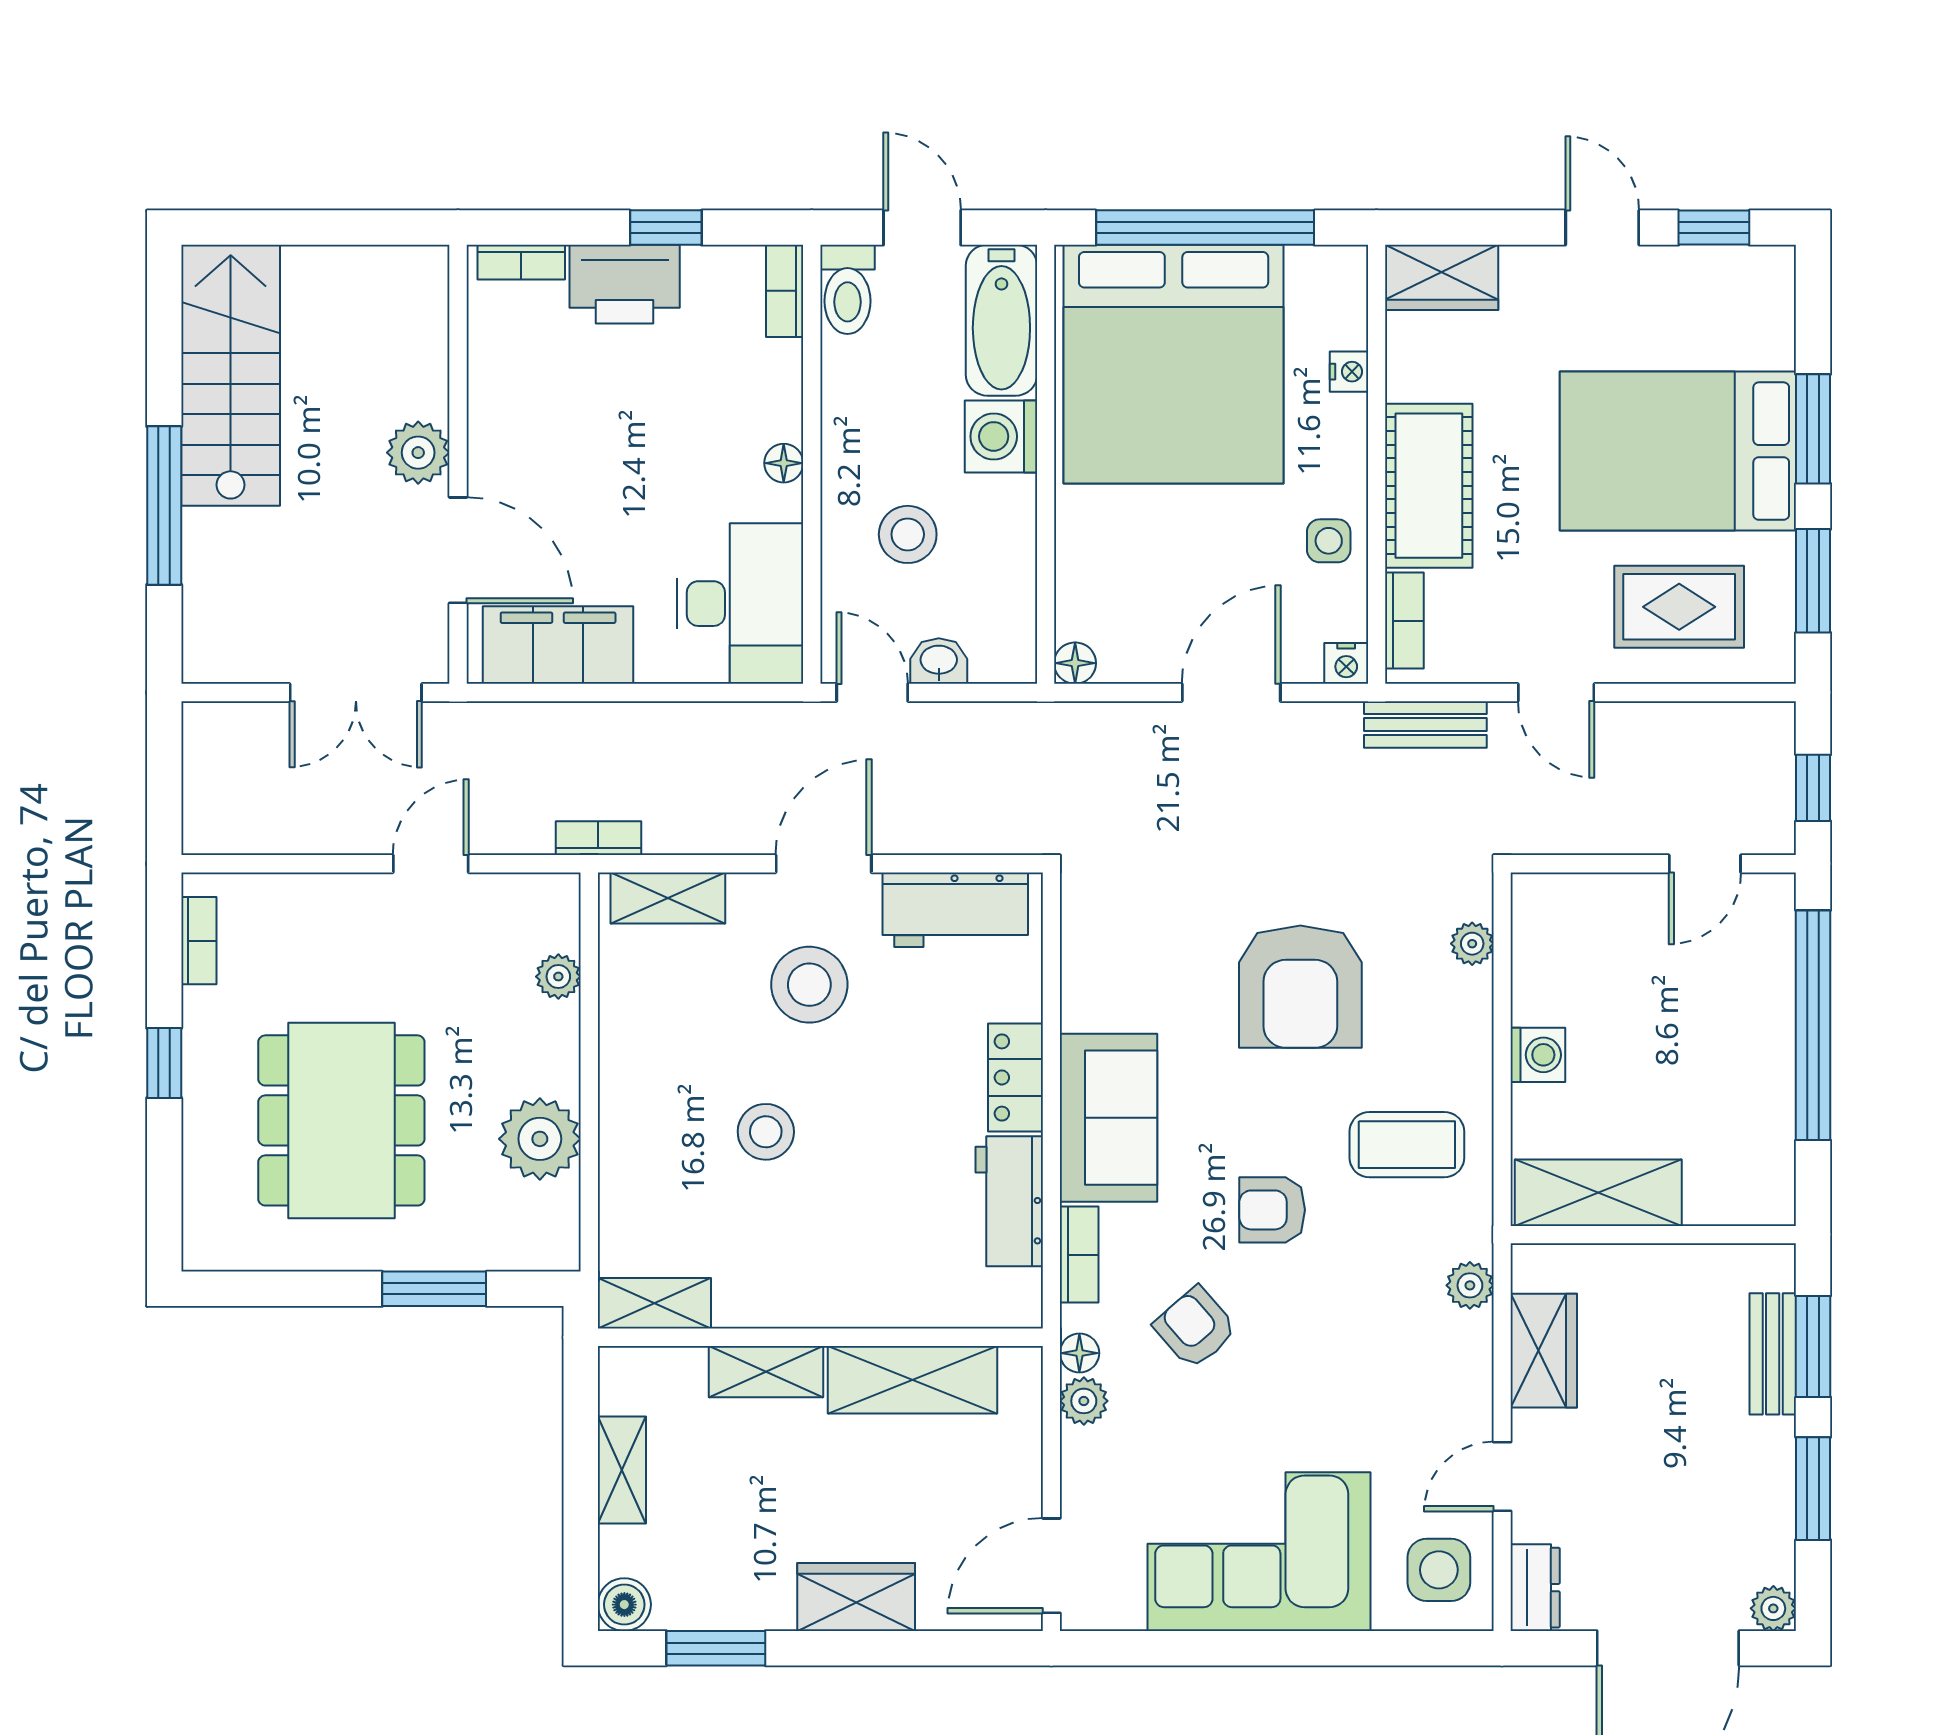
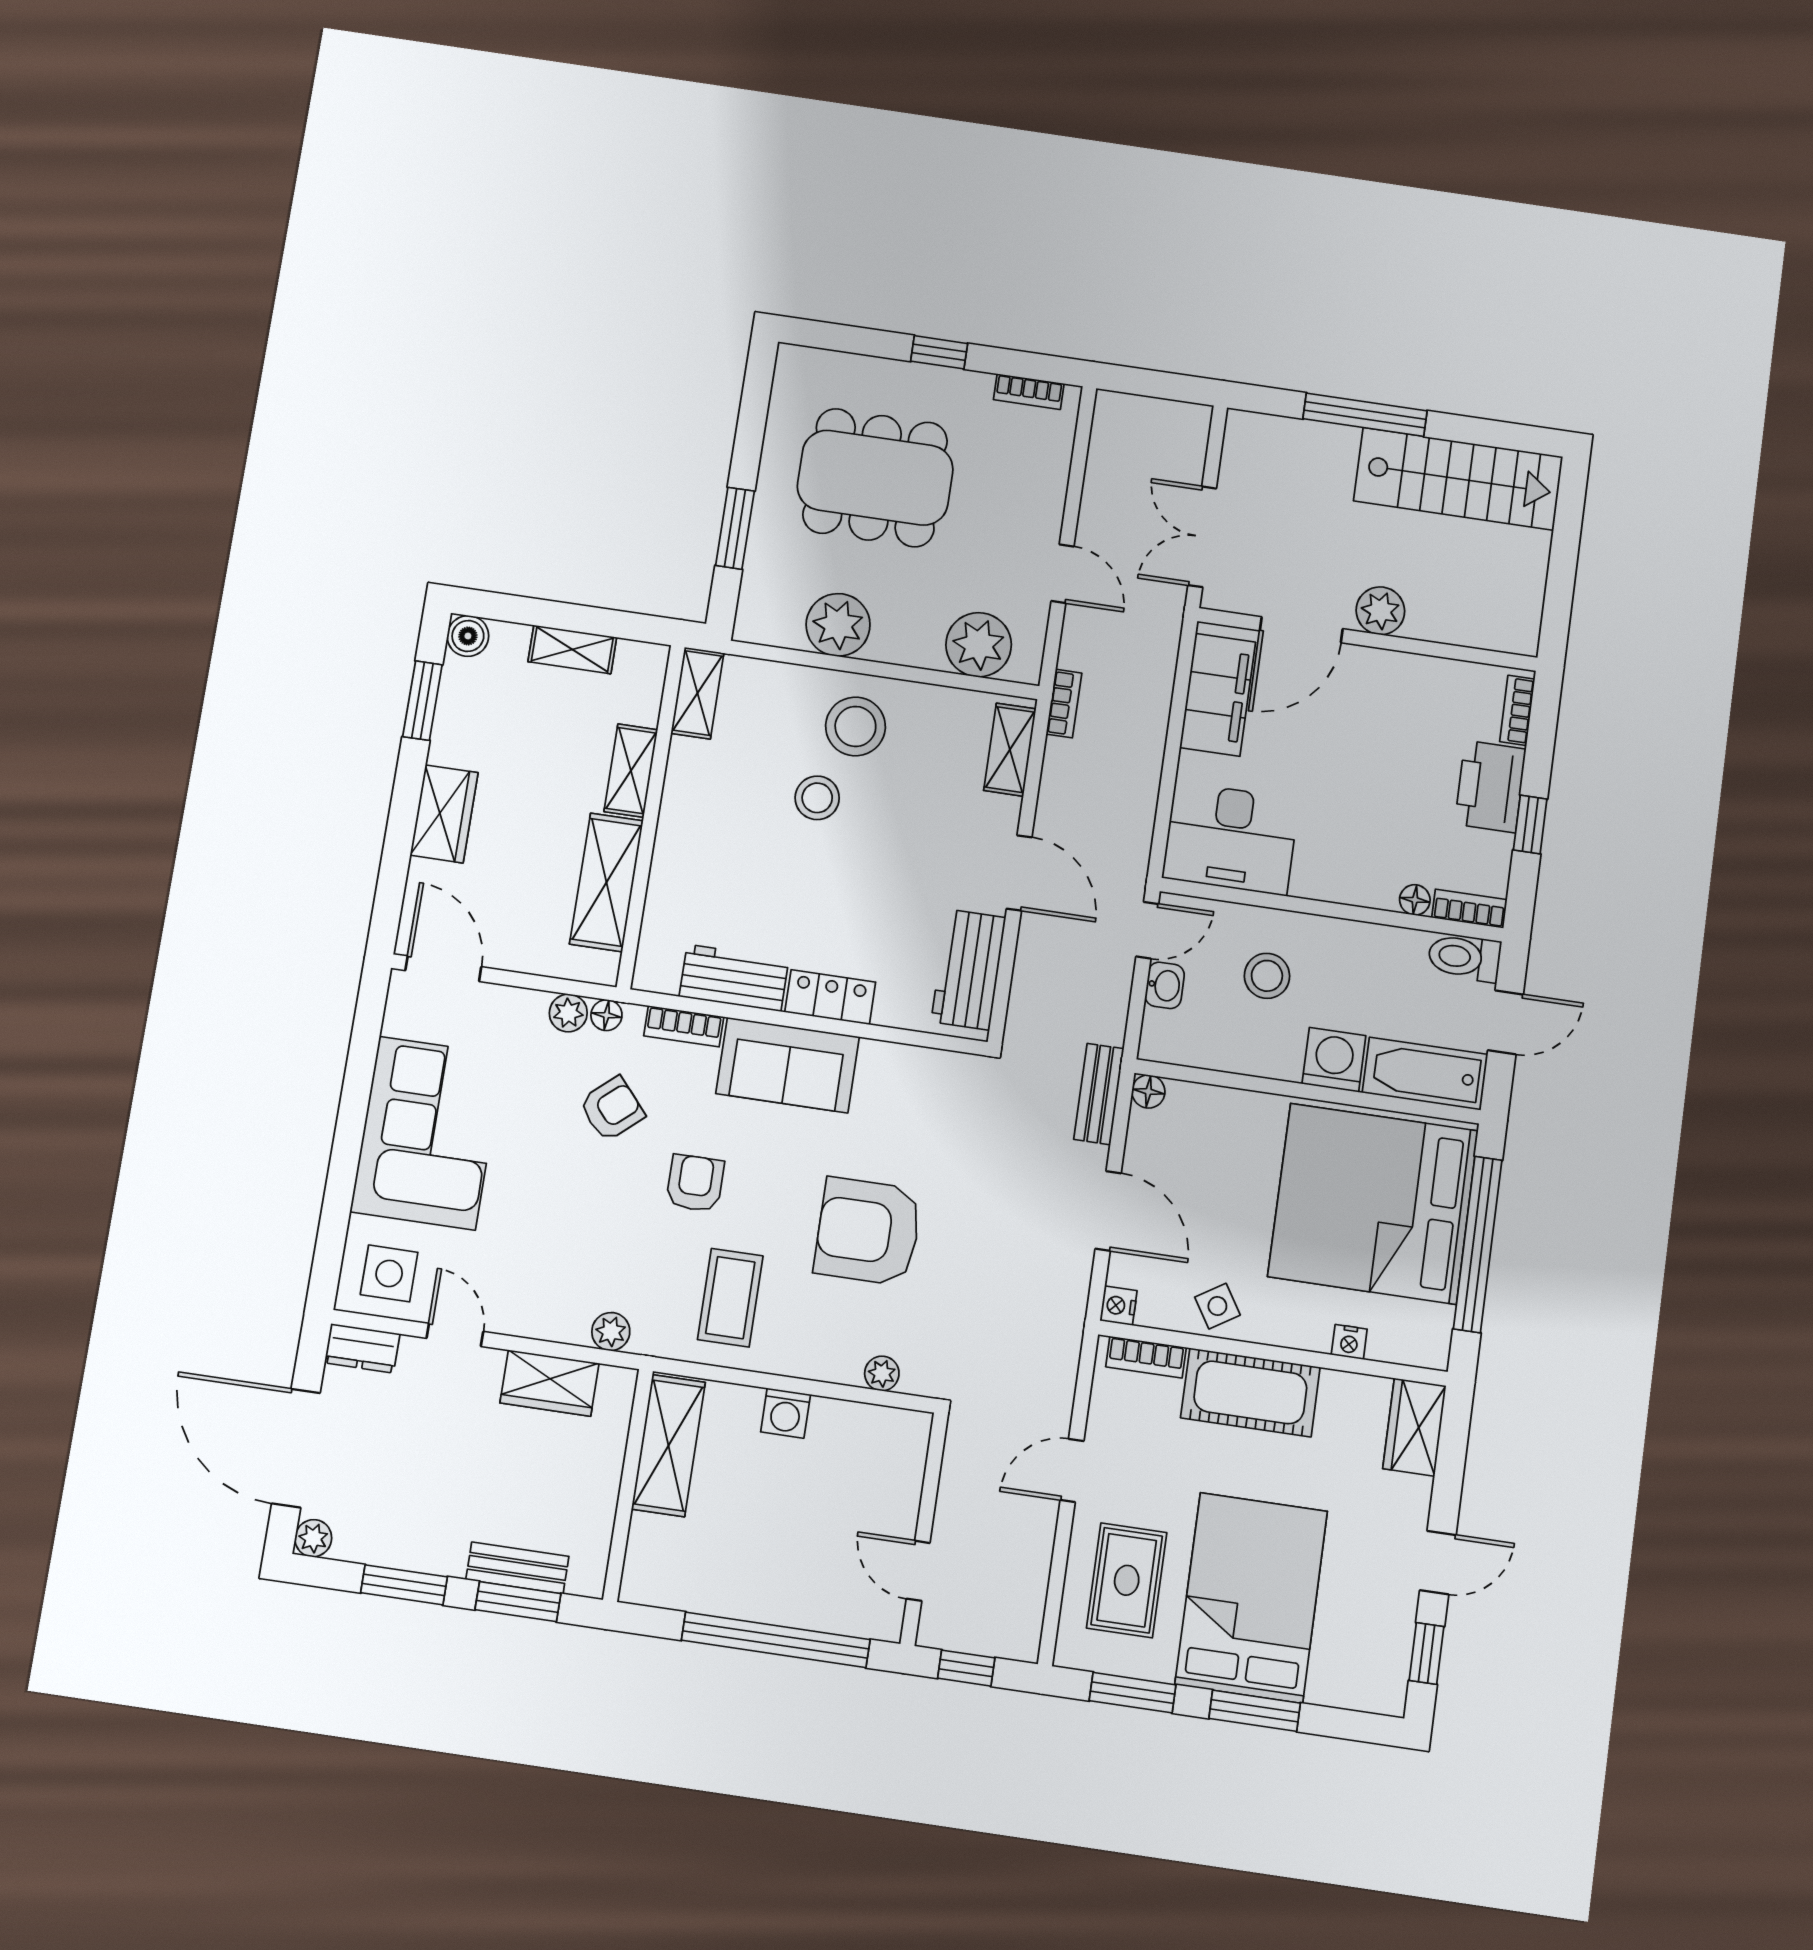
floor lamp: (784, 463) -> (1415, 900), moved
side table: (1329, 541) -> (1217, 1306), turned -32
bench: (1425, 724) -> (1099, 1094), moved
plant: (558, 977) -> (979, 645), width x1.88, depth x1.88
stool: (809, 985) -> (855, 726), moved

